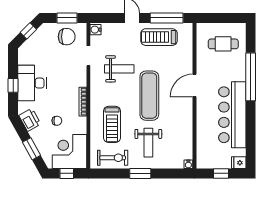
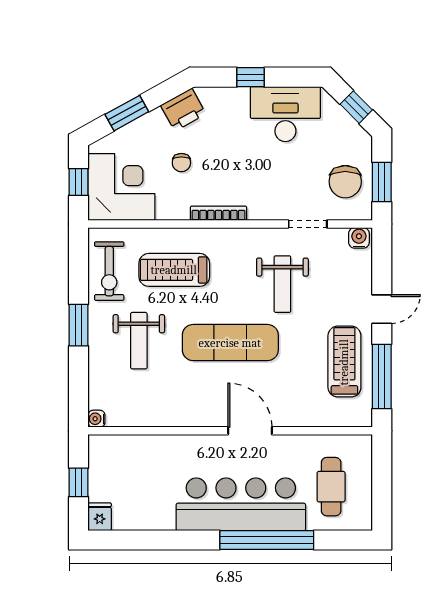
desk: (32, 83) -> (285, 114), moved
bar counter: (232, 115) -> (241, 504), moved
weight bench: (148, 143) -> (139, 341), turned -90

